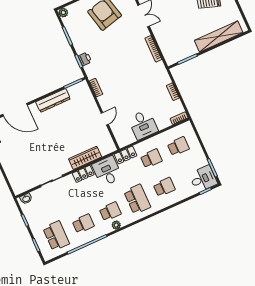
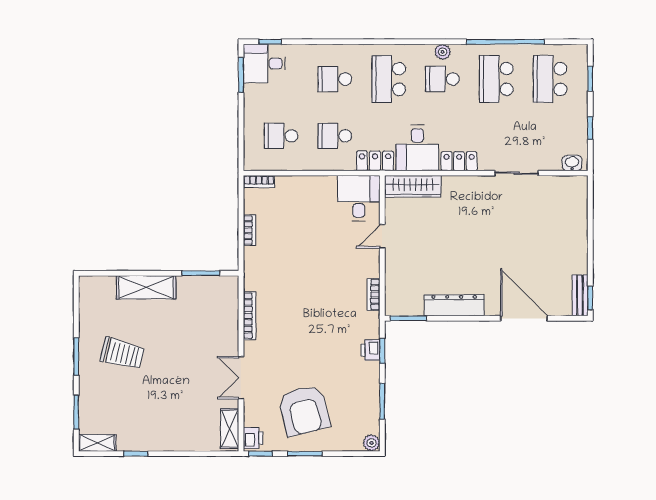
shelving: (219, 36) -> (146, 287), width x0.68
desk: (143, 125) -> (359, 198), moved
wardrobe: (85, 158) -> (413, 186), moved
school desk: (83, 224) -> (496, 79), width x1.85

